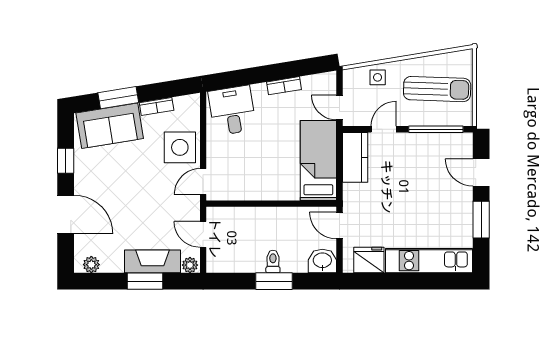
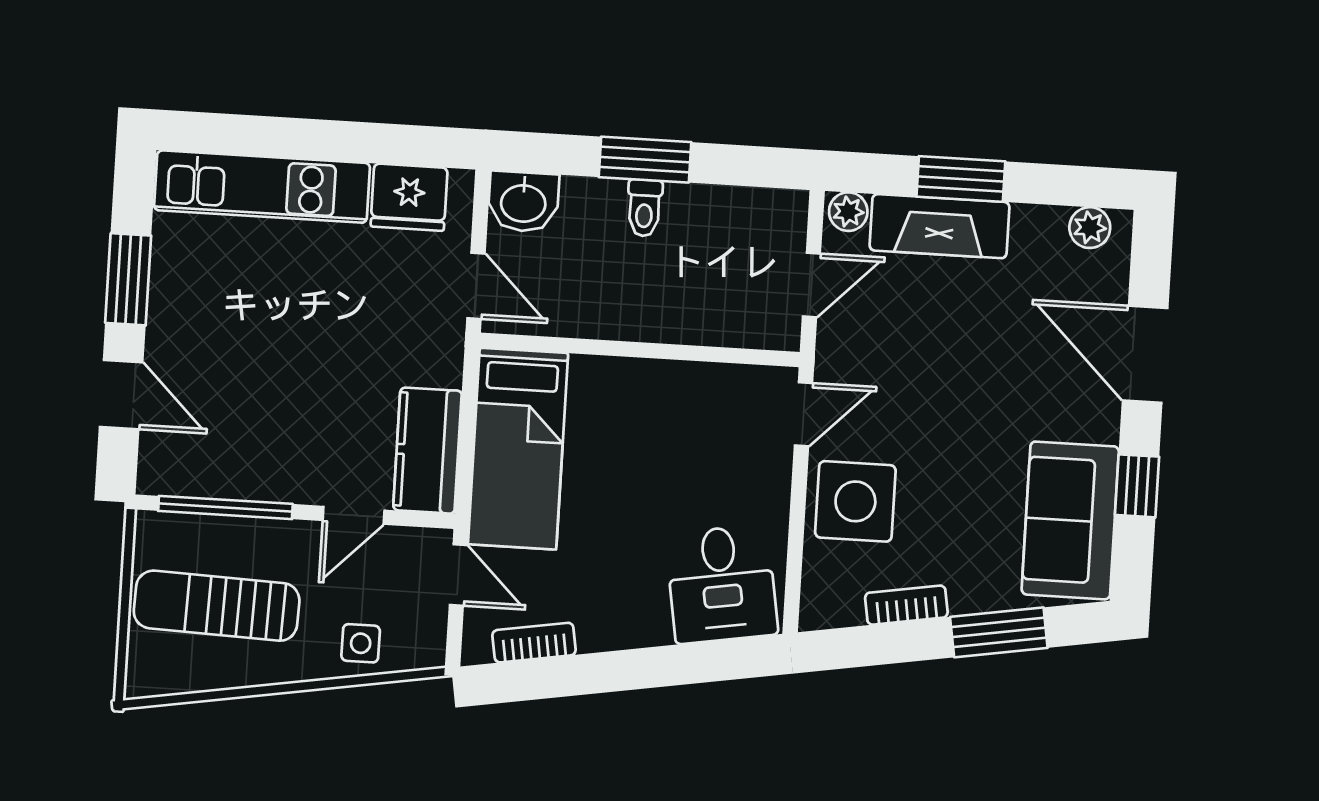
bookcase: (284, 86) -> (534, 643), moved
sofa: (110, 126) -> (1070, 520), moved, turned -81
door: (203, 234) -> (811, 285), hinge flipped

